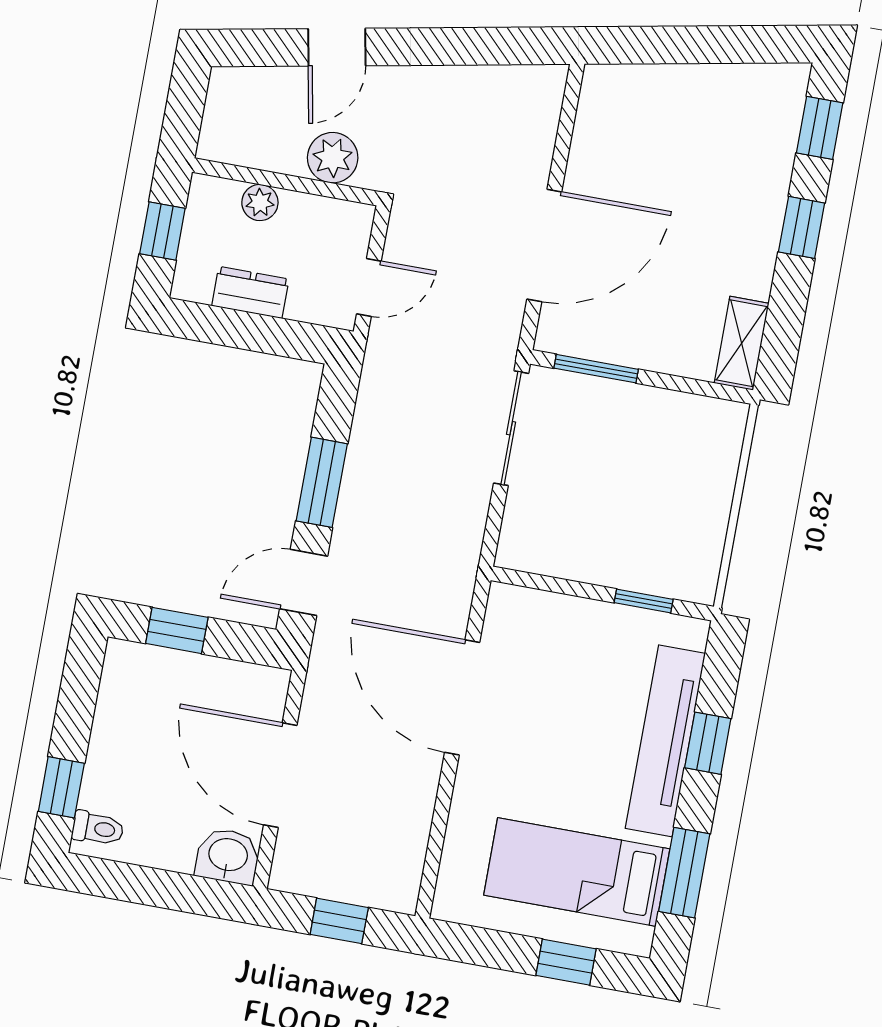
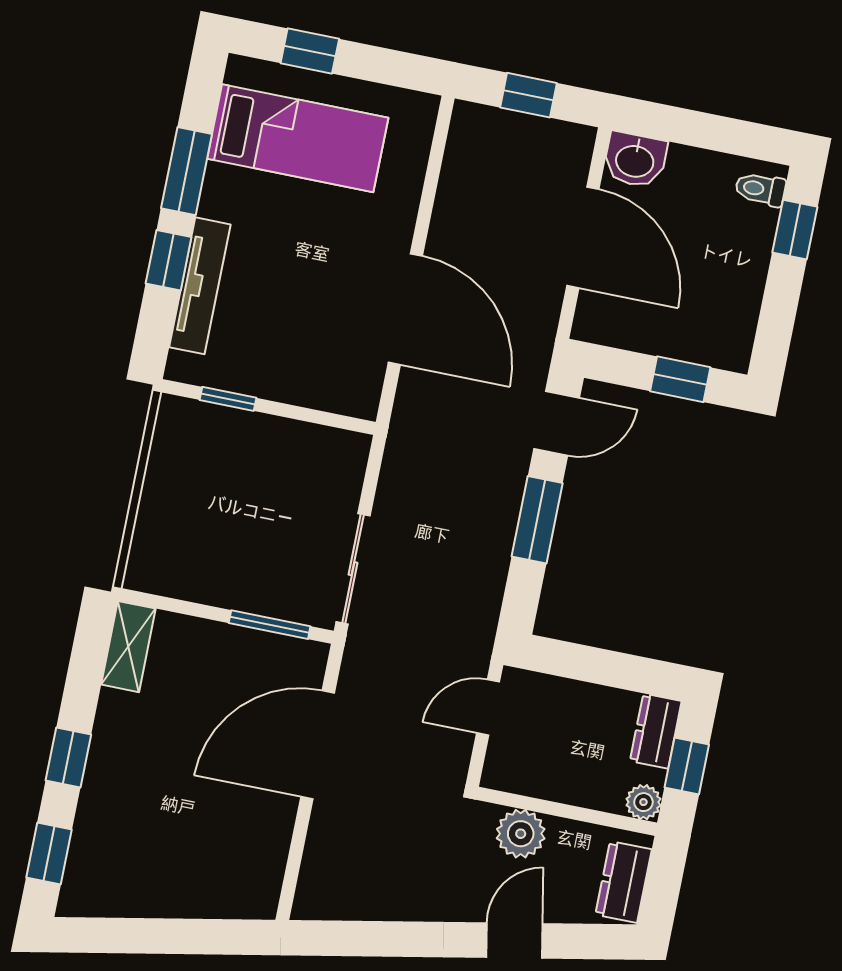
dresser: (225, 110) -> (624, 882), added
plant: (260, 203) -> (643, 802), moved
dresser: (250, 292) -> (656, 731), moved, turned 90
tv unit: (665, 741) -> (200, 286), width x0.73, depth x0.78
window: (684, 873) -> (187, 171), moved

